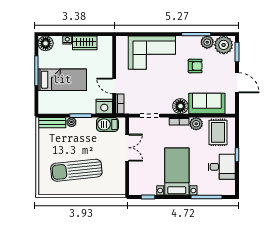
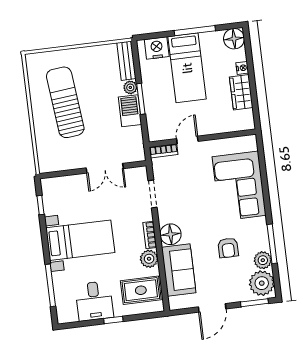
nightstand: (104, 106) -> (157, 48), moved, turned 90
barbecue: (107, 124) -> (130, 111), moved

